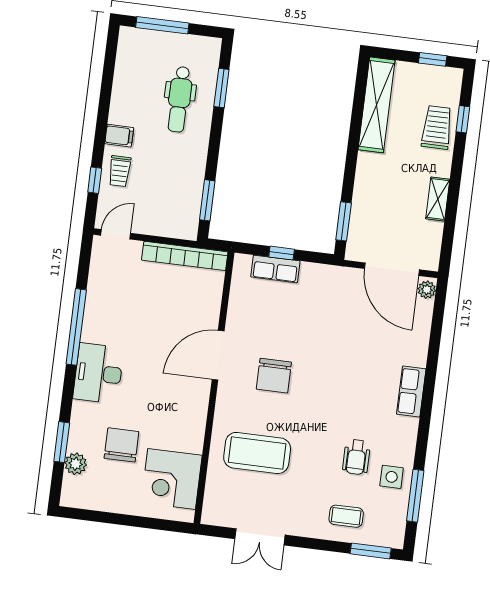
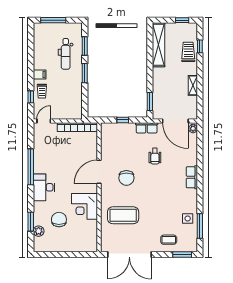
window: (207, 200) -> (85, 73), moved
row of seats: (275, 269) -> (147, 128), moved
wheelchair: (356, 457) -> (155, 156), moved
corner desk: (172, 479) -> (85, 206), moved
double door: (260, 537) -> (129, 254), width x1.87

